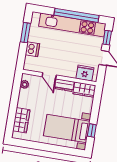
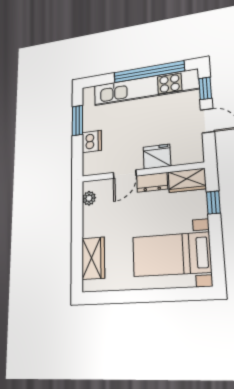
fridge: (85, 73) -> (157, 157), moved
door: (49, 76) -> (125, 174), hinge flipped
window: (92, 130) -> (213, 203), moved

